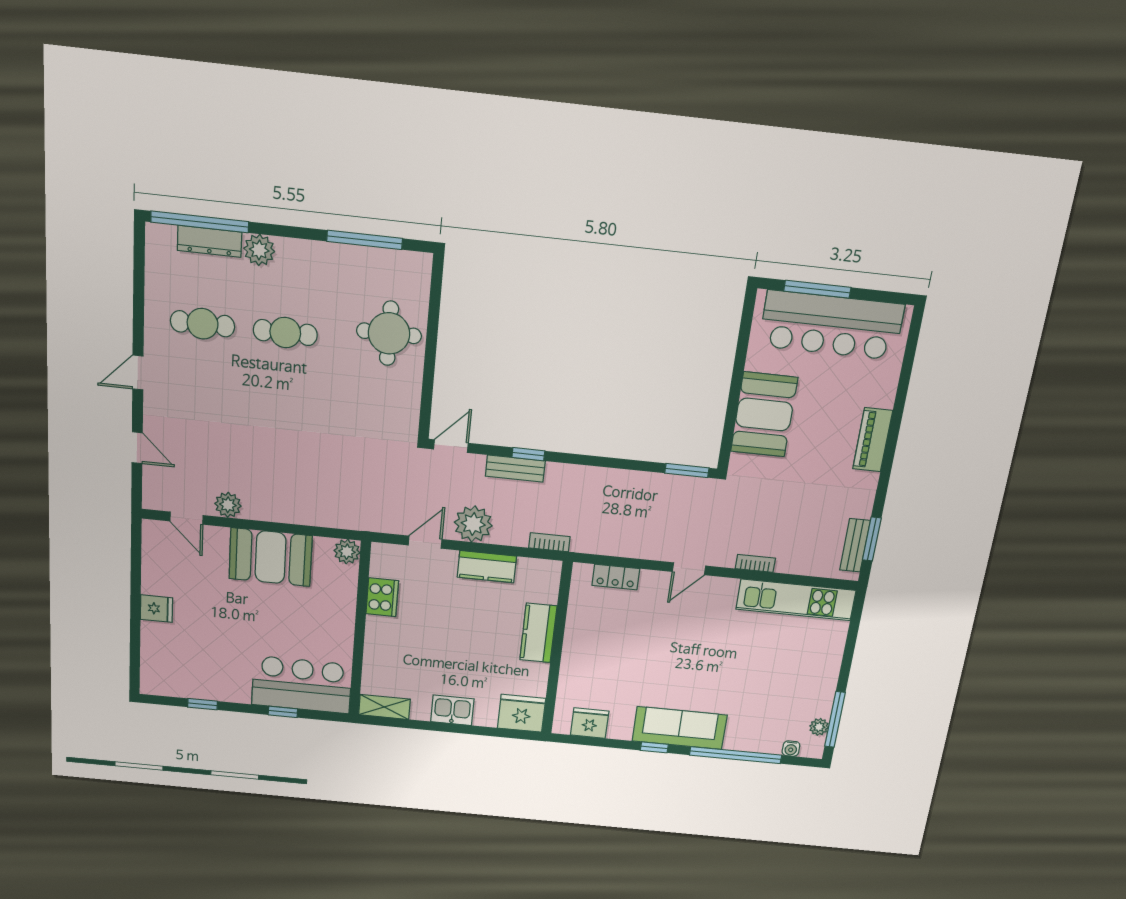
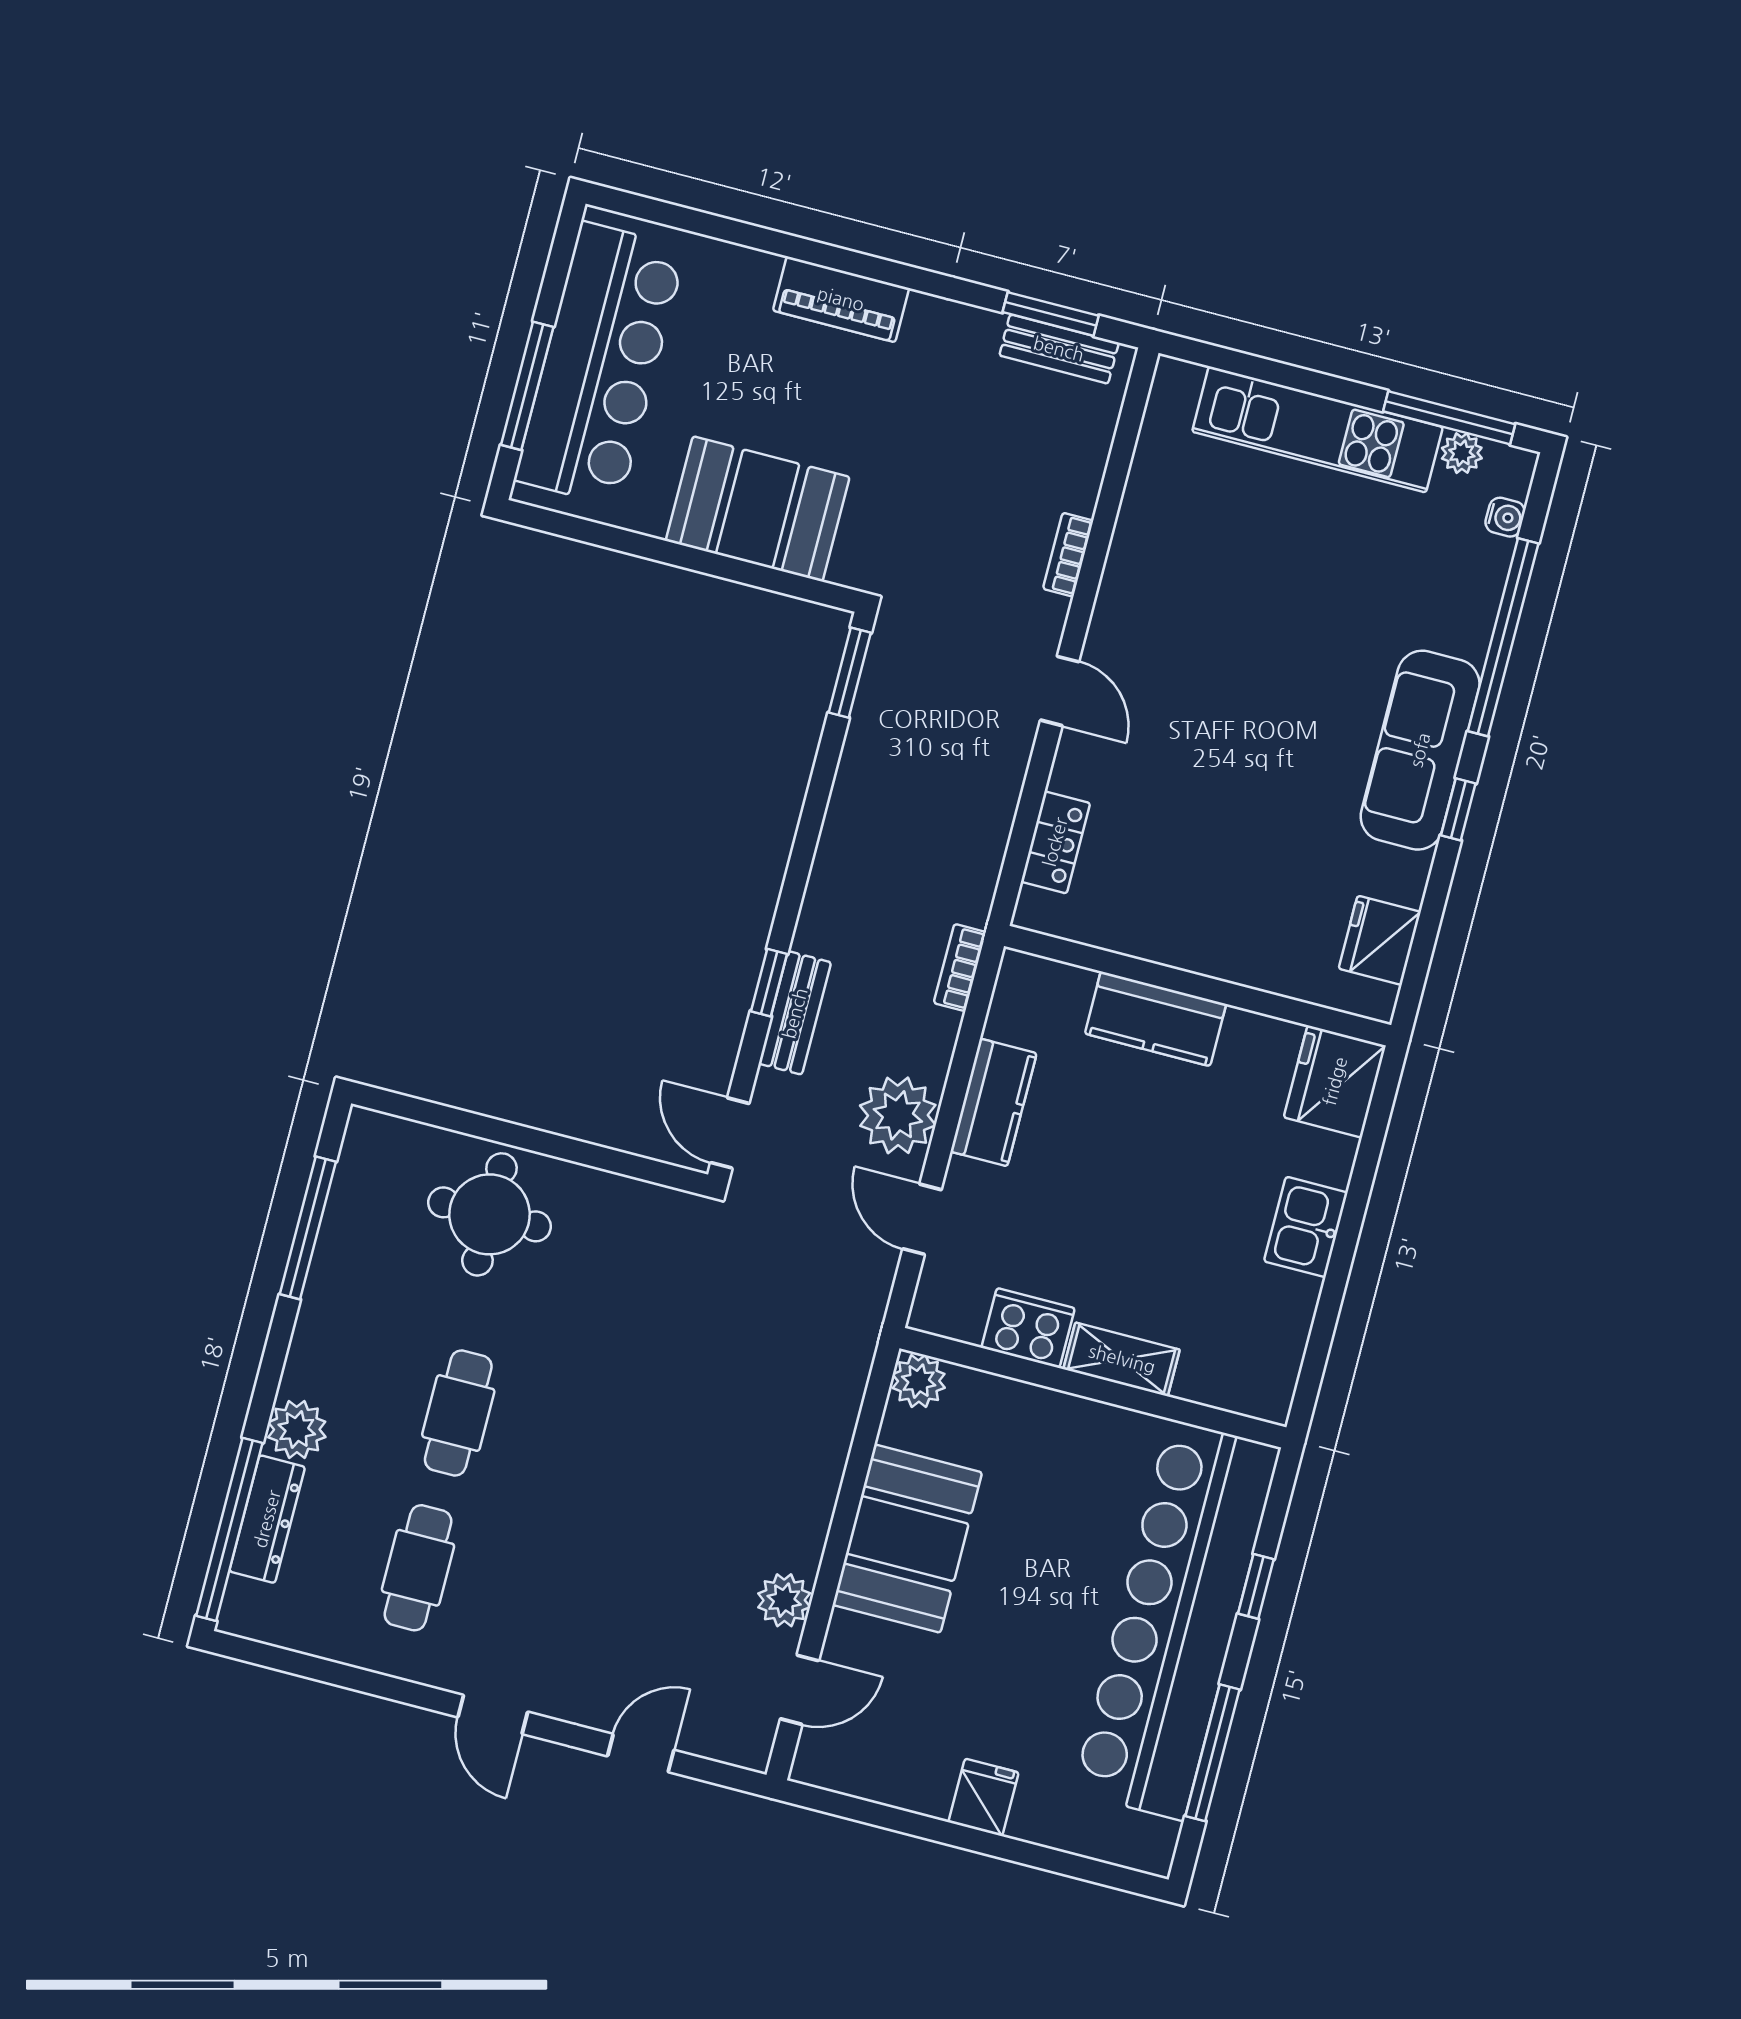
kitchen unit: (796, 600) -> (1317, 429), moved, turned 90
bar counter: (302, 685) -> (1177, 1620), width x1.86
window: (202, 704) -> (1213, 1753), width x2.17
shelving: (384, 707) -> (1122, 1359), moved, turned 90

